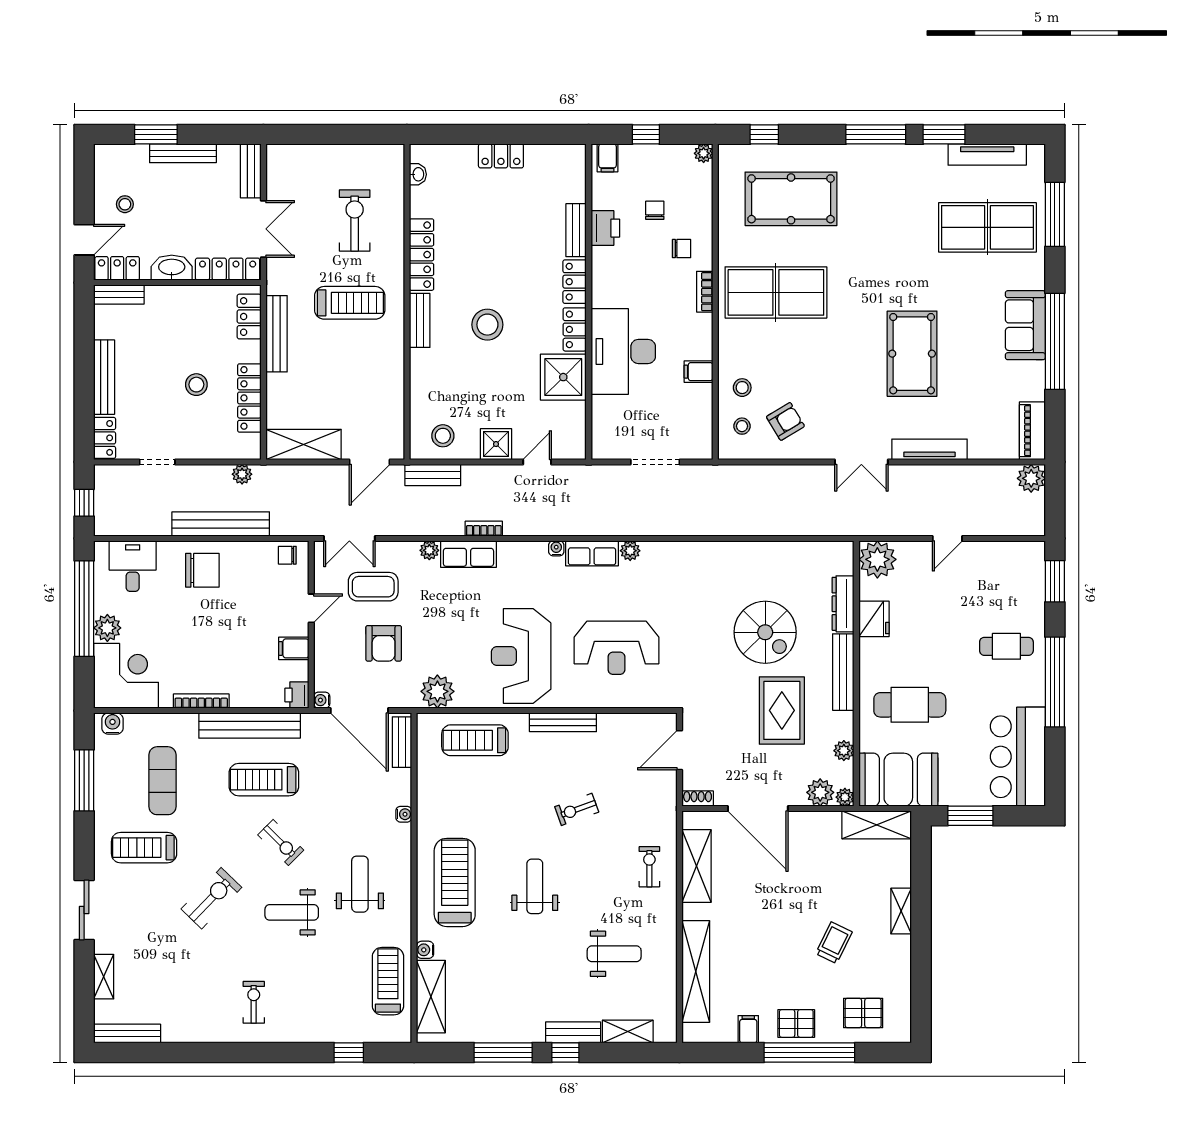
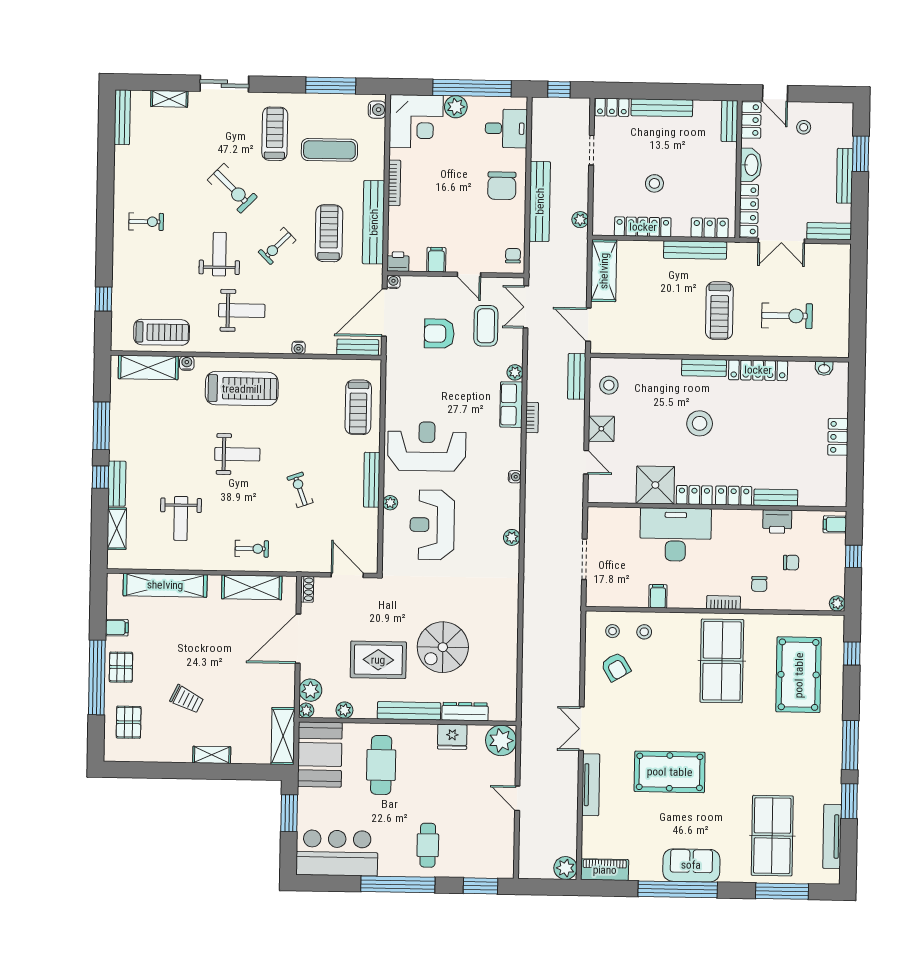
row of seats: (592, 553) -> (510, 506), removed
plant: (437, 691) -> (390, 503), moved, width x0.53, depth x0.53
treadmill: (475, 740) -> (358, 407), turned 180

